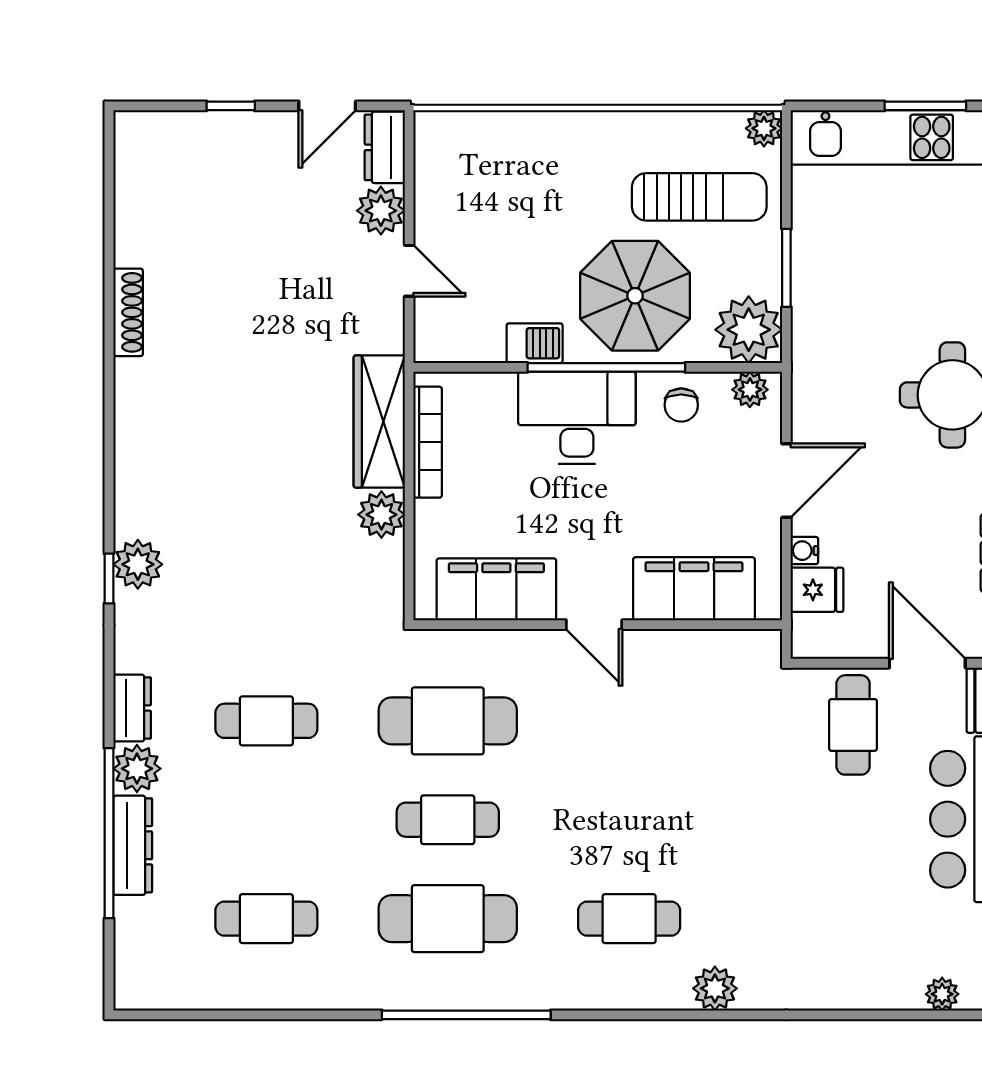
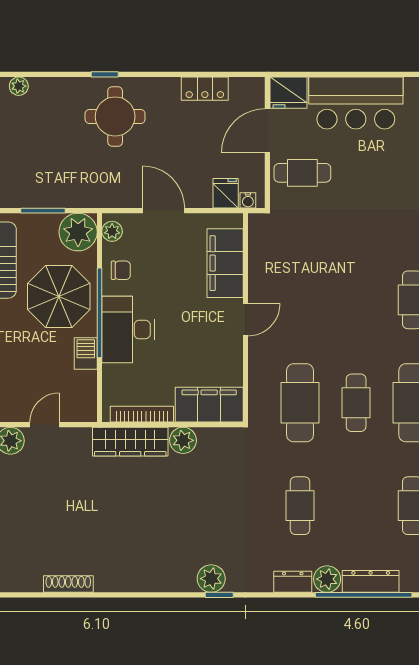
water cooler: (804, 551) -> (248, 200), moved
filing cabinet: (496, 589) -> (209, 405), moved, turned 90

